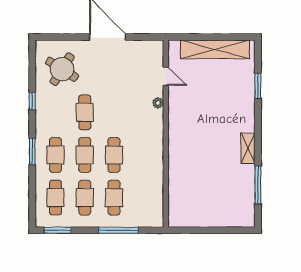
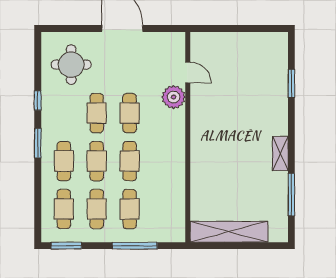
shelving: (215, 49) -> (229, 232), moved
round table: (62, 69) -> (71, 65), turned -32
plant: (158, 103) -> (174, 97), width x1.87, depth x1.87
cafe table: (114, 112) -> (130, 113), added
window: (32, 151) -> (38, 143), moved

